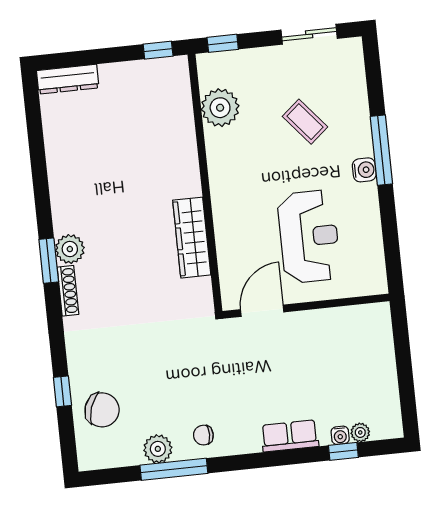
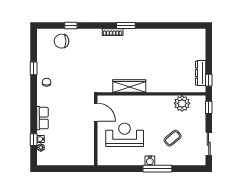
dresser: (68, 79) -> (201, 73), moved
reception desk: (309, 237) -> (125, 135), turned 180
plant: (70, 249) -> (130, 35), removed
chair: (102, 410) -> (62, 41), turned 71
plant: (158, 449) -> (43, 63), removed
window: (174, 469) -> (34, 68), width x0.46

